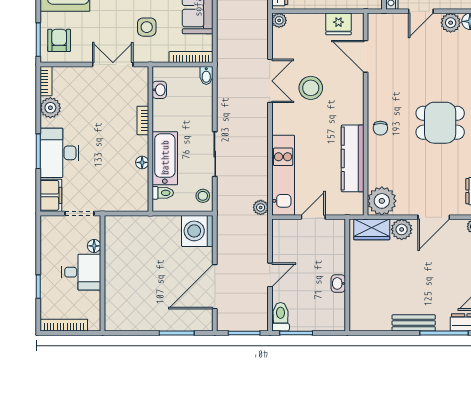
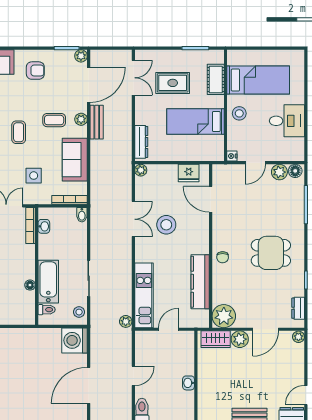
bookcase: (143, 120) -> (31, 225), moved, width x1.56

